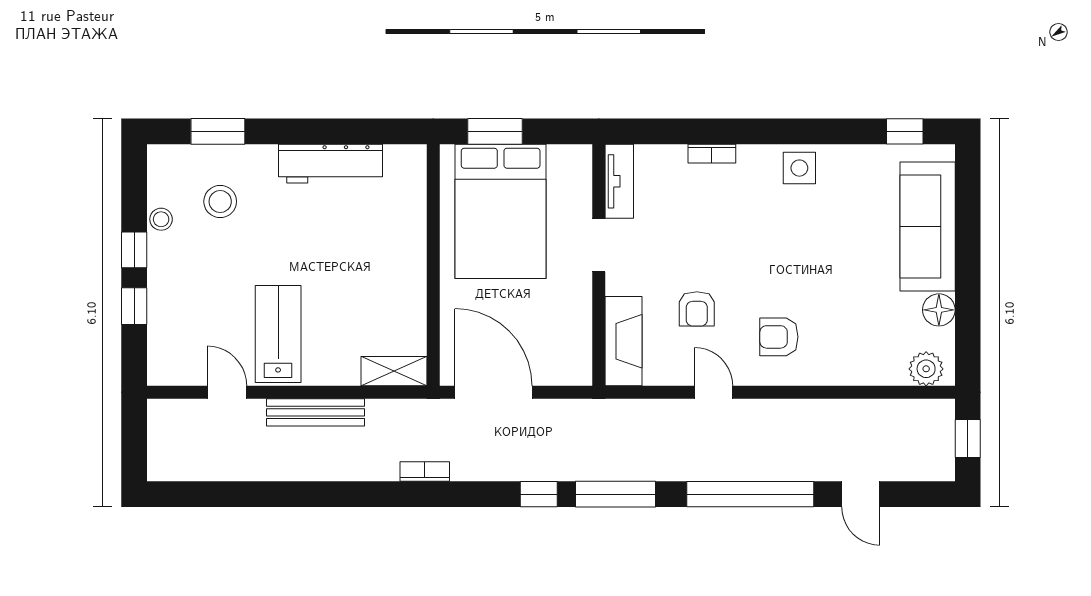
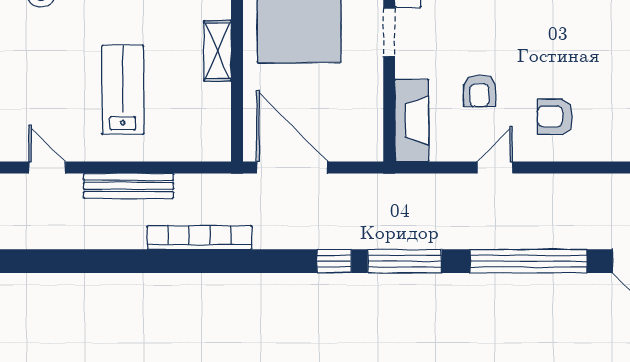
lab bench: (278, 334) -> (123, 90), moved
shelving: (394, 371) -> (217, 51), moved, turned 90
door: (714, 392) -> (495, 167), hinge flipped
bookcase: (425, 472) -> (200, 238), width x2.31, depth x1.31

